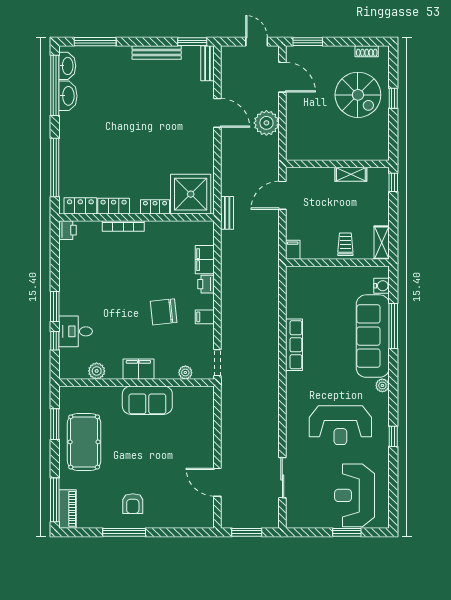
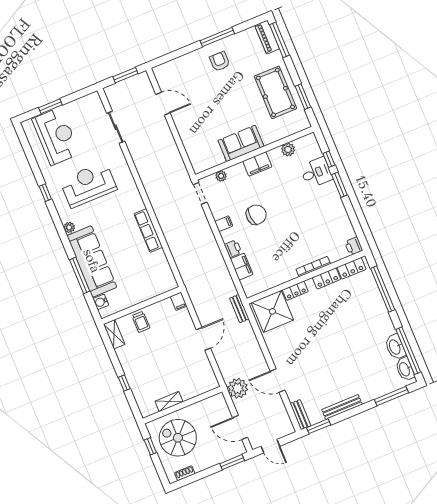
wall: (337, 164) -> (182, 405), moved
shelving: (351, 174) -> (169, 402), moved

